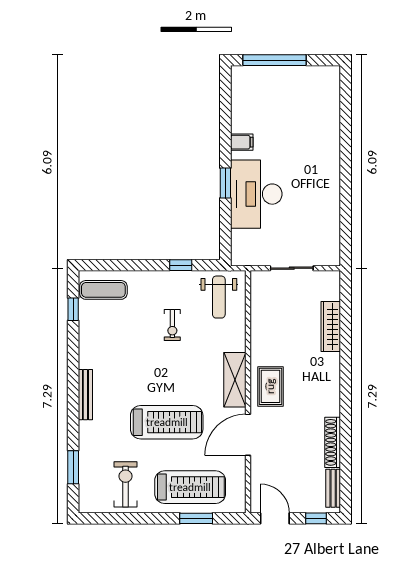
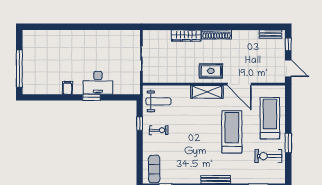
desk: (256, 194) -> (98, 83), width x0.73, depth x0.77
exercise bike: (172, 325) -> (159, 130), moved
wardrobe: (331, 327) -> (186, 36), moved
shoe rack: (333, 442) -> (217, 34), moved
window: (196, 518) -> (288, 143), moved
door: (275, 518) -> (288, 68), swing flipped

